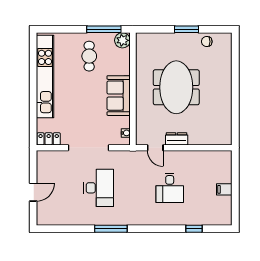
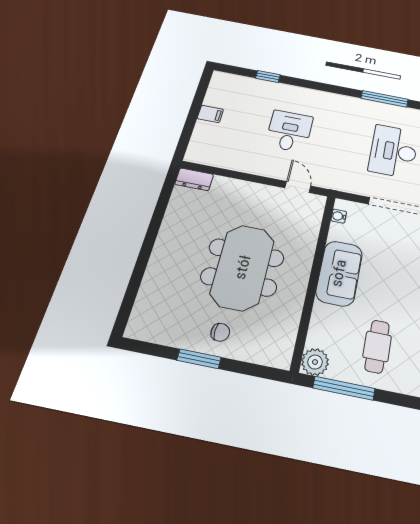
chair: (207, 42) -> (220, 332), moved
dresser: (177, 139) -> (194, 179), moved

